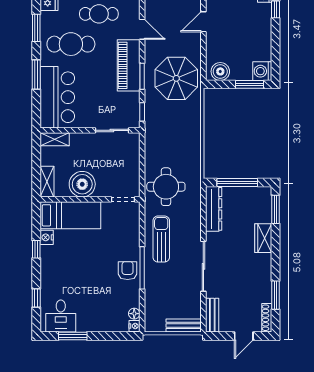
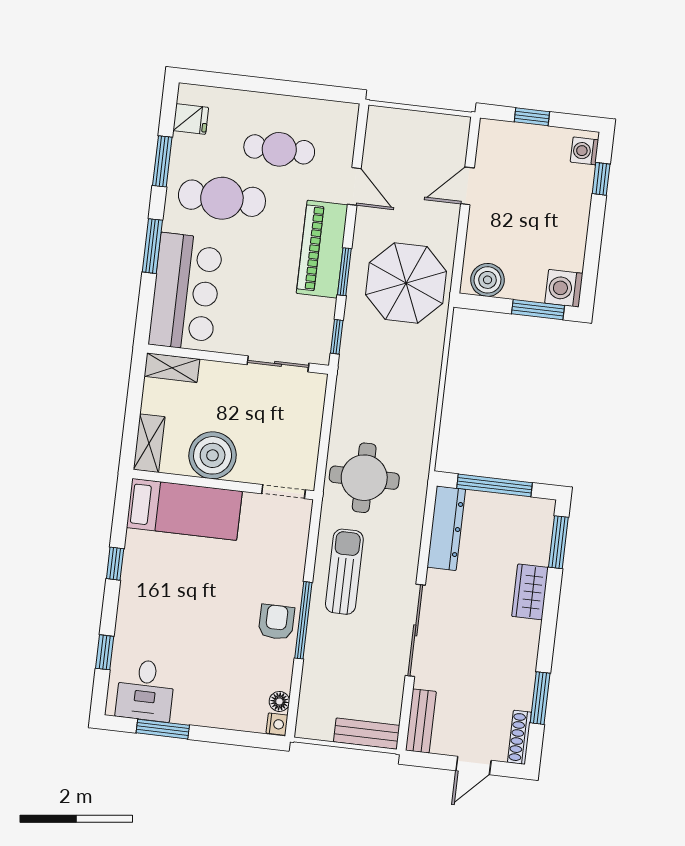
nightstand: (47, 237) -> (137, 544), removed

